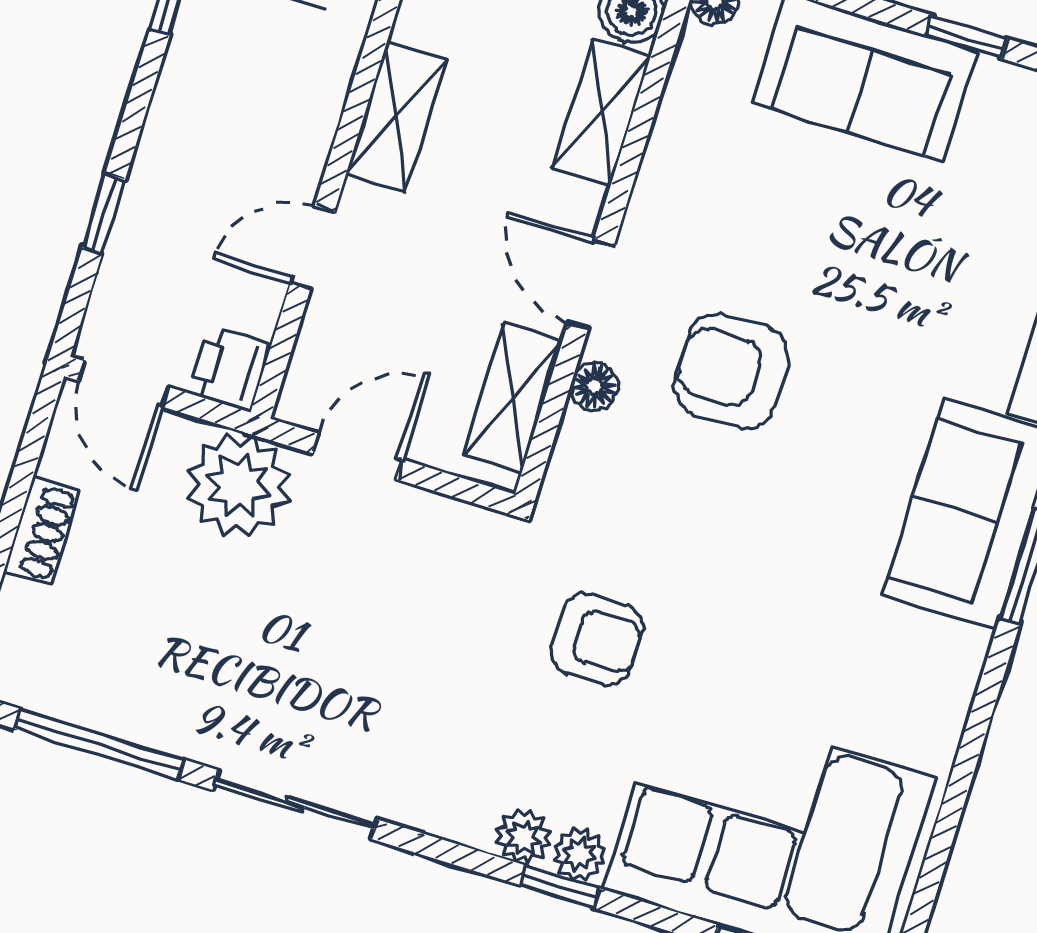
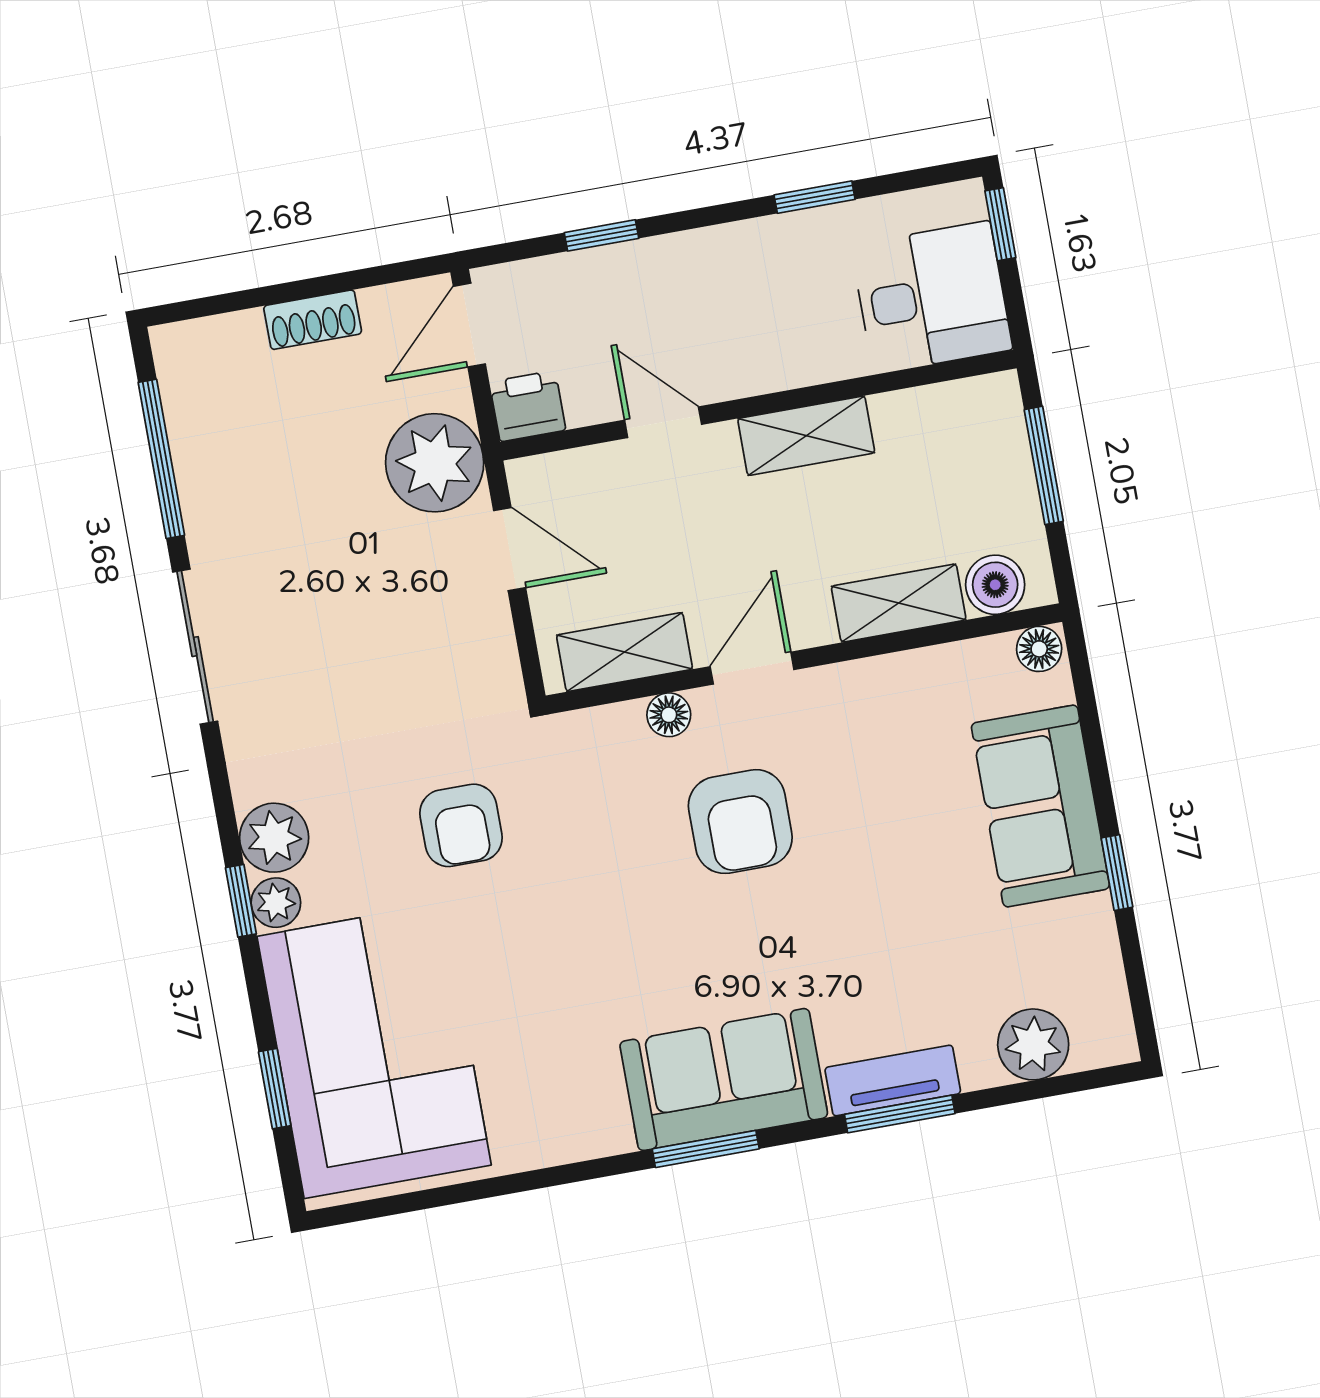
armchair: (732, 371) -> (740, 822), turned 180
plant: (523, 836) -> (274, 838), width x1.38, depth x1.38

